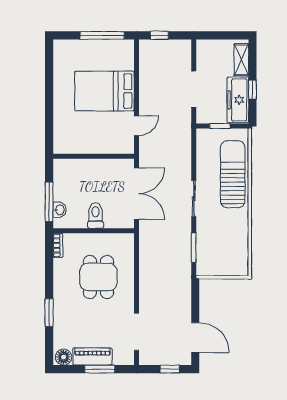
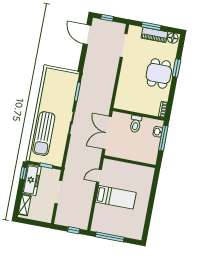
window: (252, 90) -> (23, 173), moved
bed: (104, 91) -> (116, 197), width x0.67
dining table: (98, 277) -> (159, 73), moved

